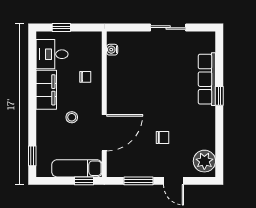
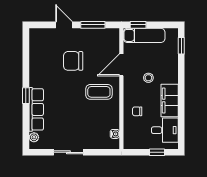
coffee table: (131, 100) -> (99, 92), added
door: (104, 133) -> (121, 65), width x0.73
chair: (162, 138) -> (73, 61), width x1.87, depth x1.87
plant: (204, 161) -> (34, 137), moved, width x0.53, depth x0.53

